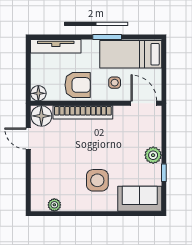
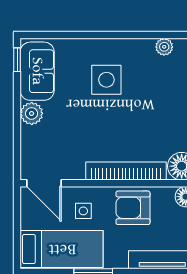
window: (164, 173) -> (17, 60), moved
sofa: (140, 199) -> (37, 71), moved, turned -90

